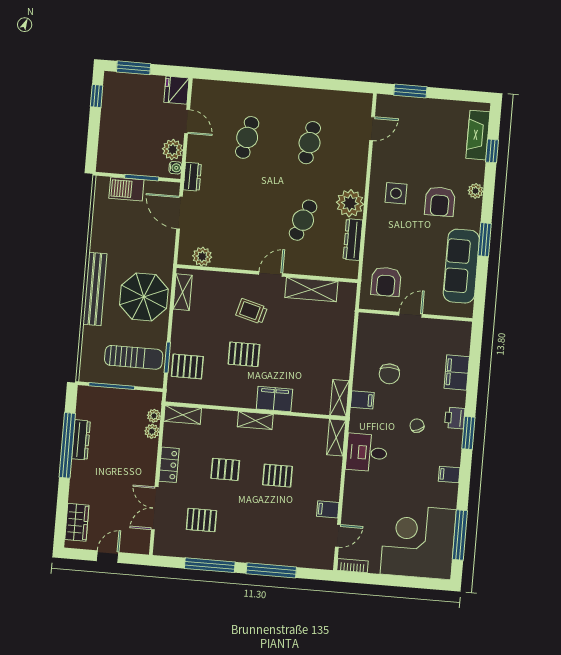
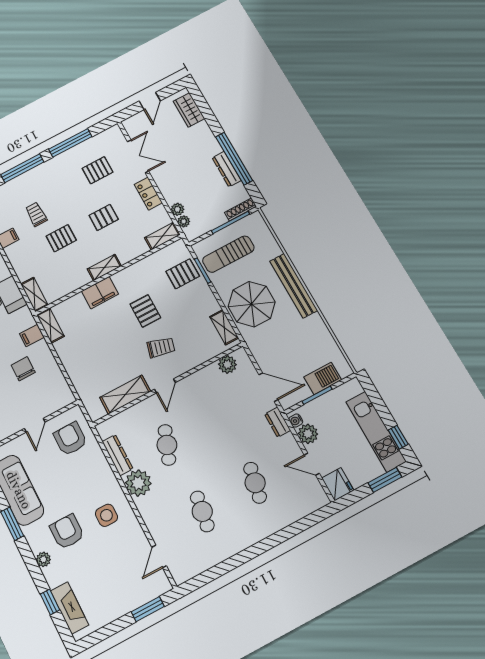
kitchen unit: (112, 113) -> (376, 432), added
pallet: (244, 354) -> (145, 311), turned 90
shoe rack: (94, 392) -> (240, 209), added
trolley: (286, 515) -> (36, 214), added

